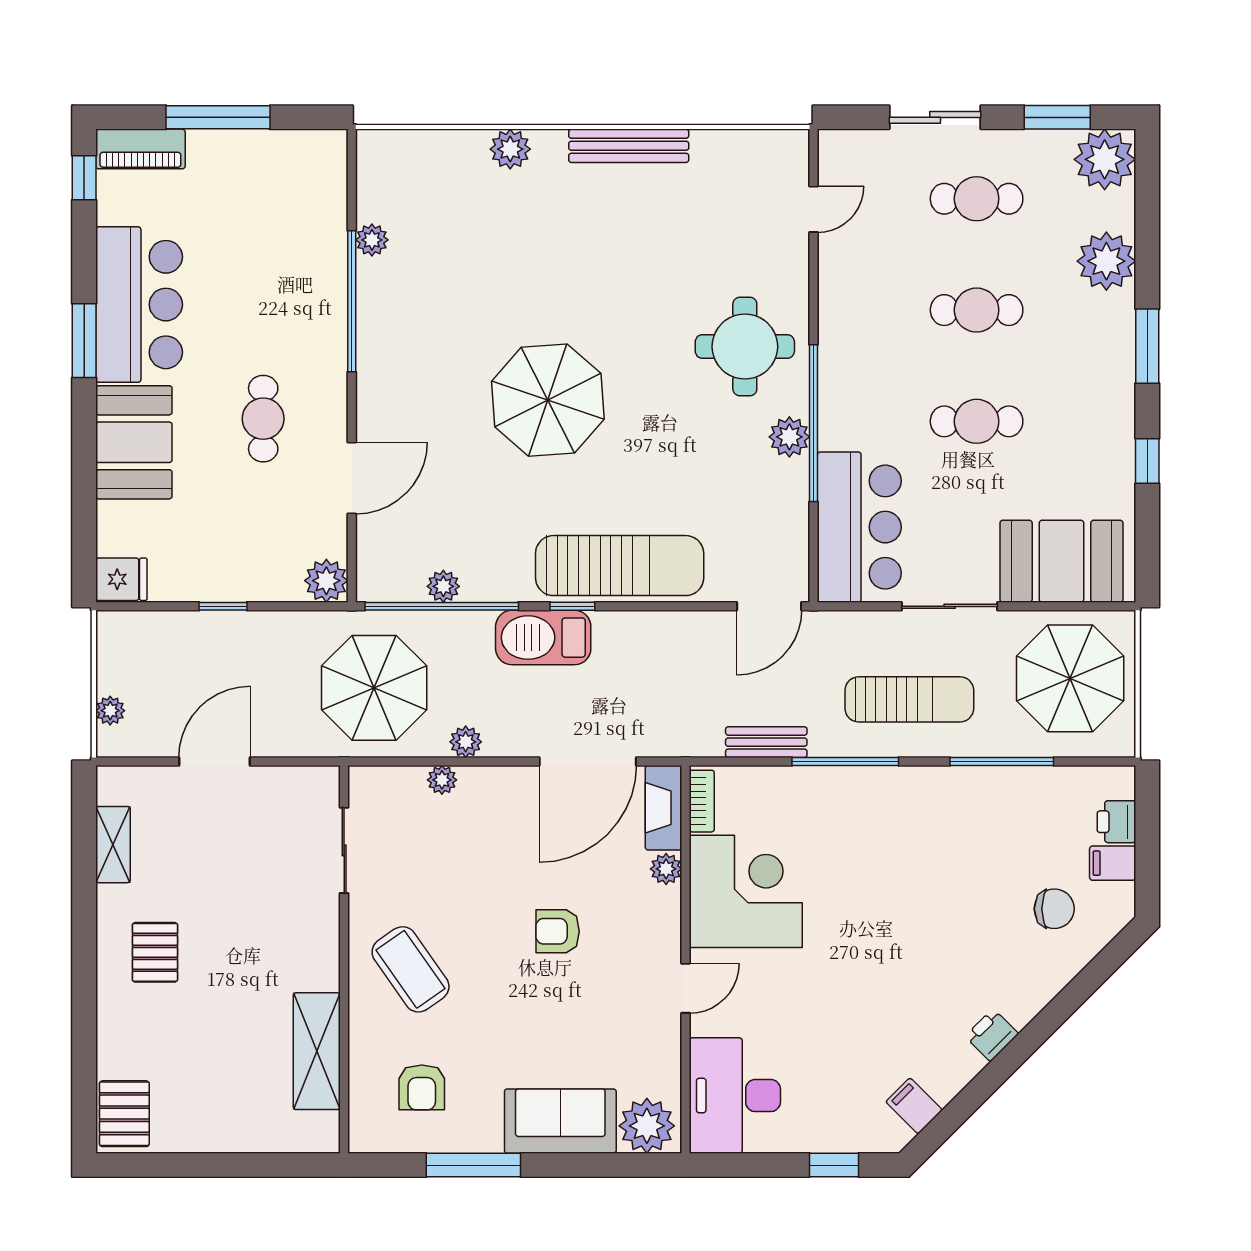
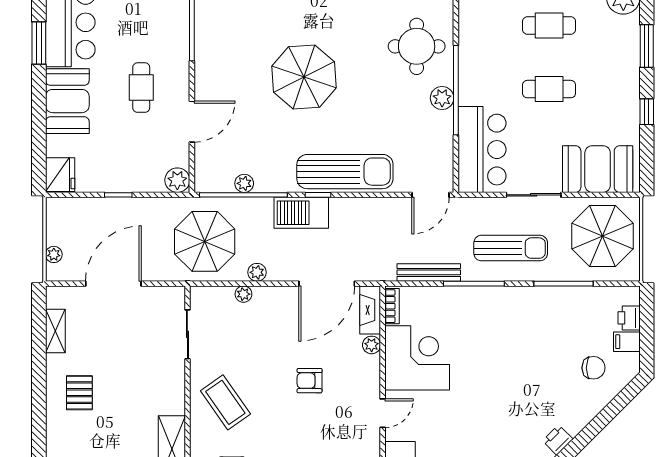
fridge: (121, 579) -> (60, 175), width x1.38
bench: (766, 742) -> (429, 272), width x1.36
door: (214, 761) -> (113, 284), width x1.36

